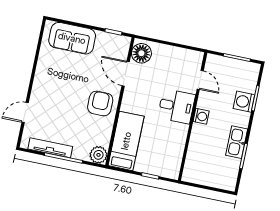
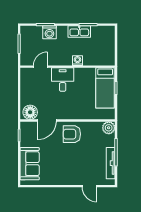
washing machine: (201, 116) -> (77, 61), moved
bed: (126, 141) -> (105, 88), moved, turned -90

